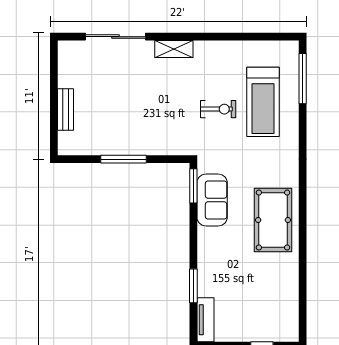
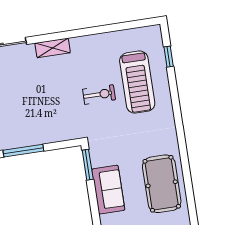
window: (303, 79) -> (169, 57), width x0.46
sofa: (212, 200) -> (108, 190), moved

